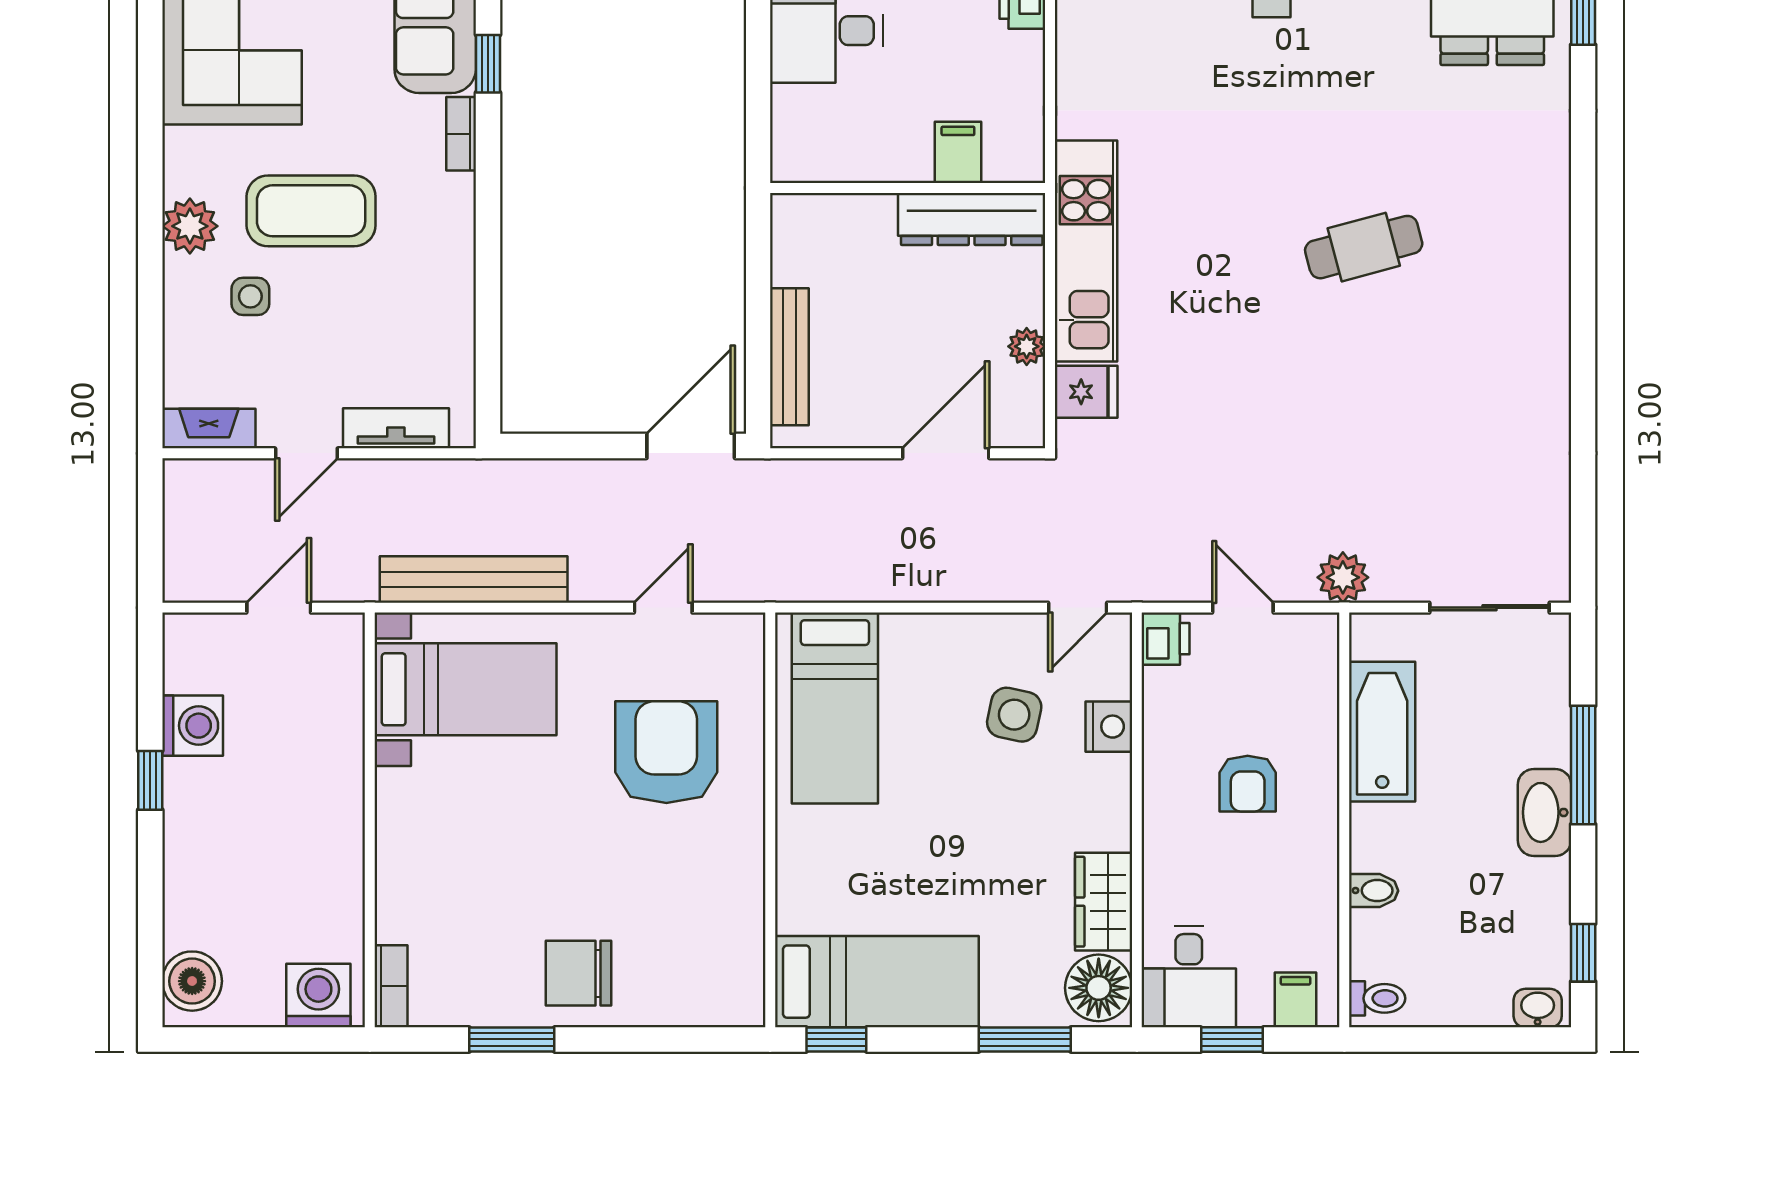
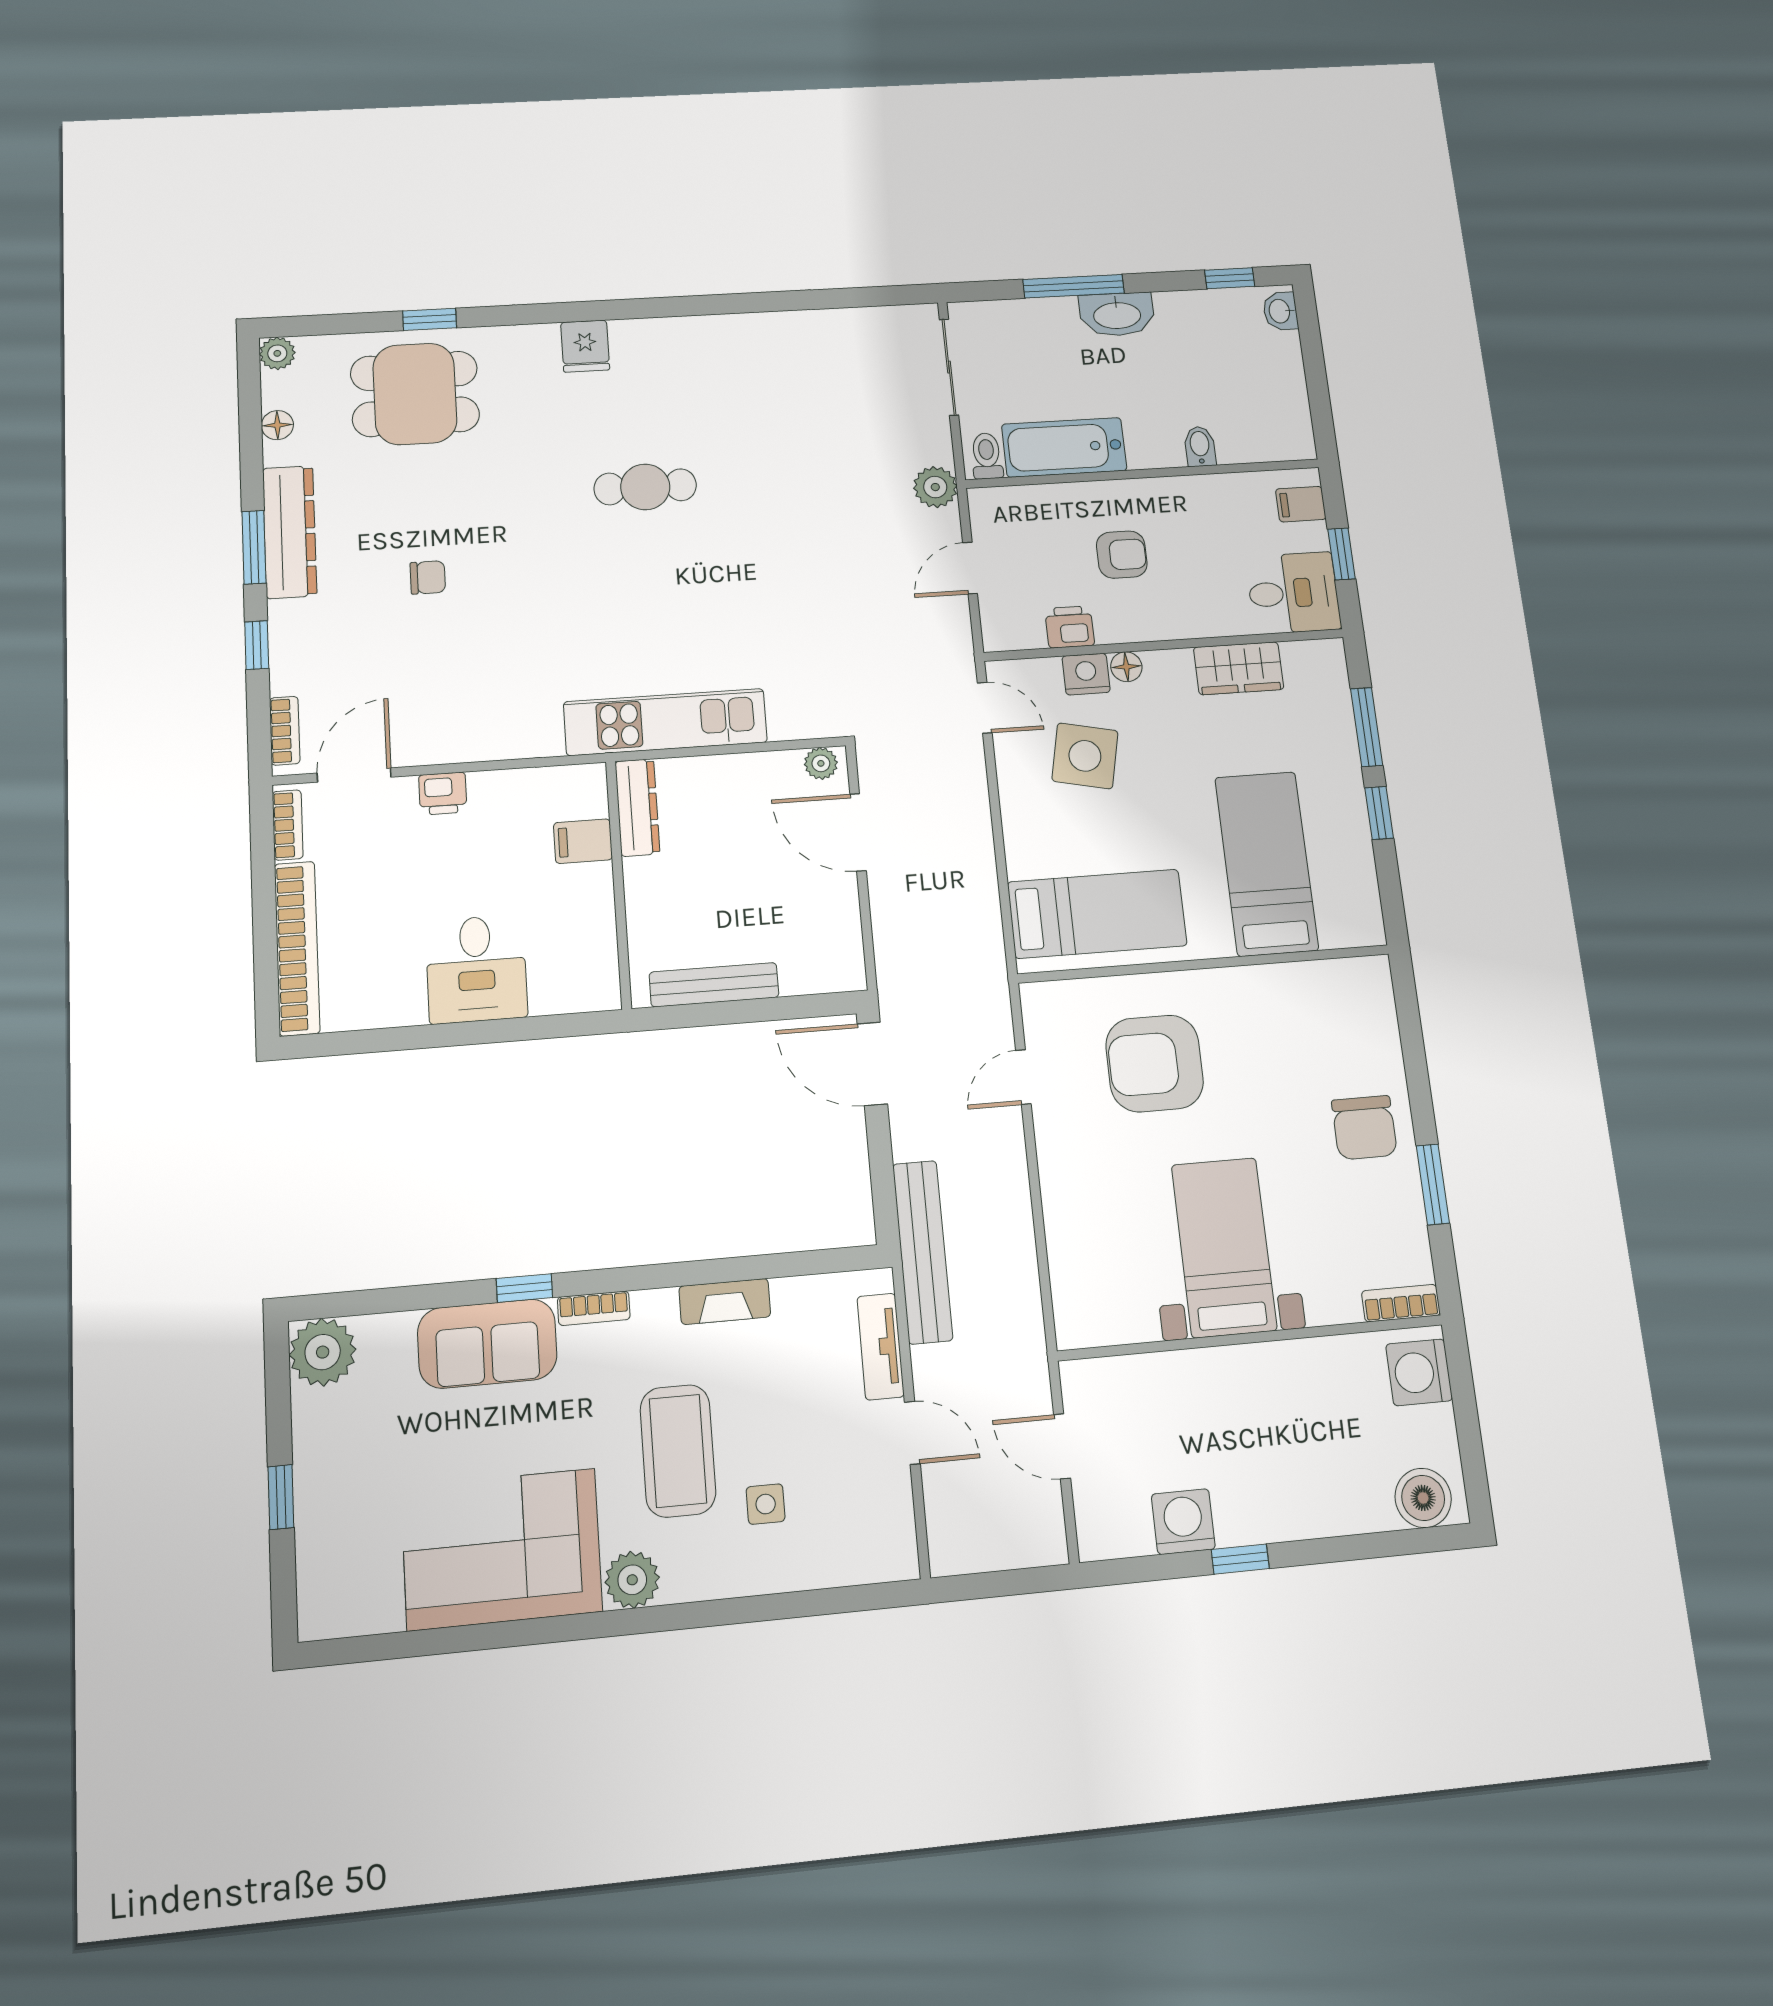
dresser: (972, 219) -> (637, 808), width x0.73, depth x0.80
plant: (190, 226) -> (632, 1580), moved
cafe table: (1364, 247) -> (645, 487), turned -75
plant: (1027, 346) -> (821, 763), moved
bench: (789, 357) -> (714, 985), moved
fridge: (1086, 392) -> (585, 346), moved, turned 180
fireplace: (209, 429) -> (725, 1301), moved, turned -90
bench: (474, 580) -> (923, 1252), moved
door: (663, 608) -> (1023, 1077), hinge flipped
printer: (1165, 639) -> (1070, 627), moved
bed with nightstands: (465, 689) -> (1224, 1247), moved
side table: (1014, 715) -> (1085, 756), width x1.37, depth x1.37
bed: (877, 982) -> (1266, 863), moved
floor lamp: (1099, 988) -> (1126, 667), moved, width x0.53, depth x0.53
toilet: (1377, 998) -> (987, 456), moved
window: (836, 1039) -> (1379, 813), moved

